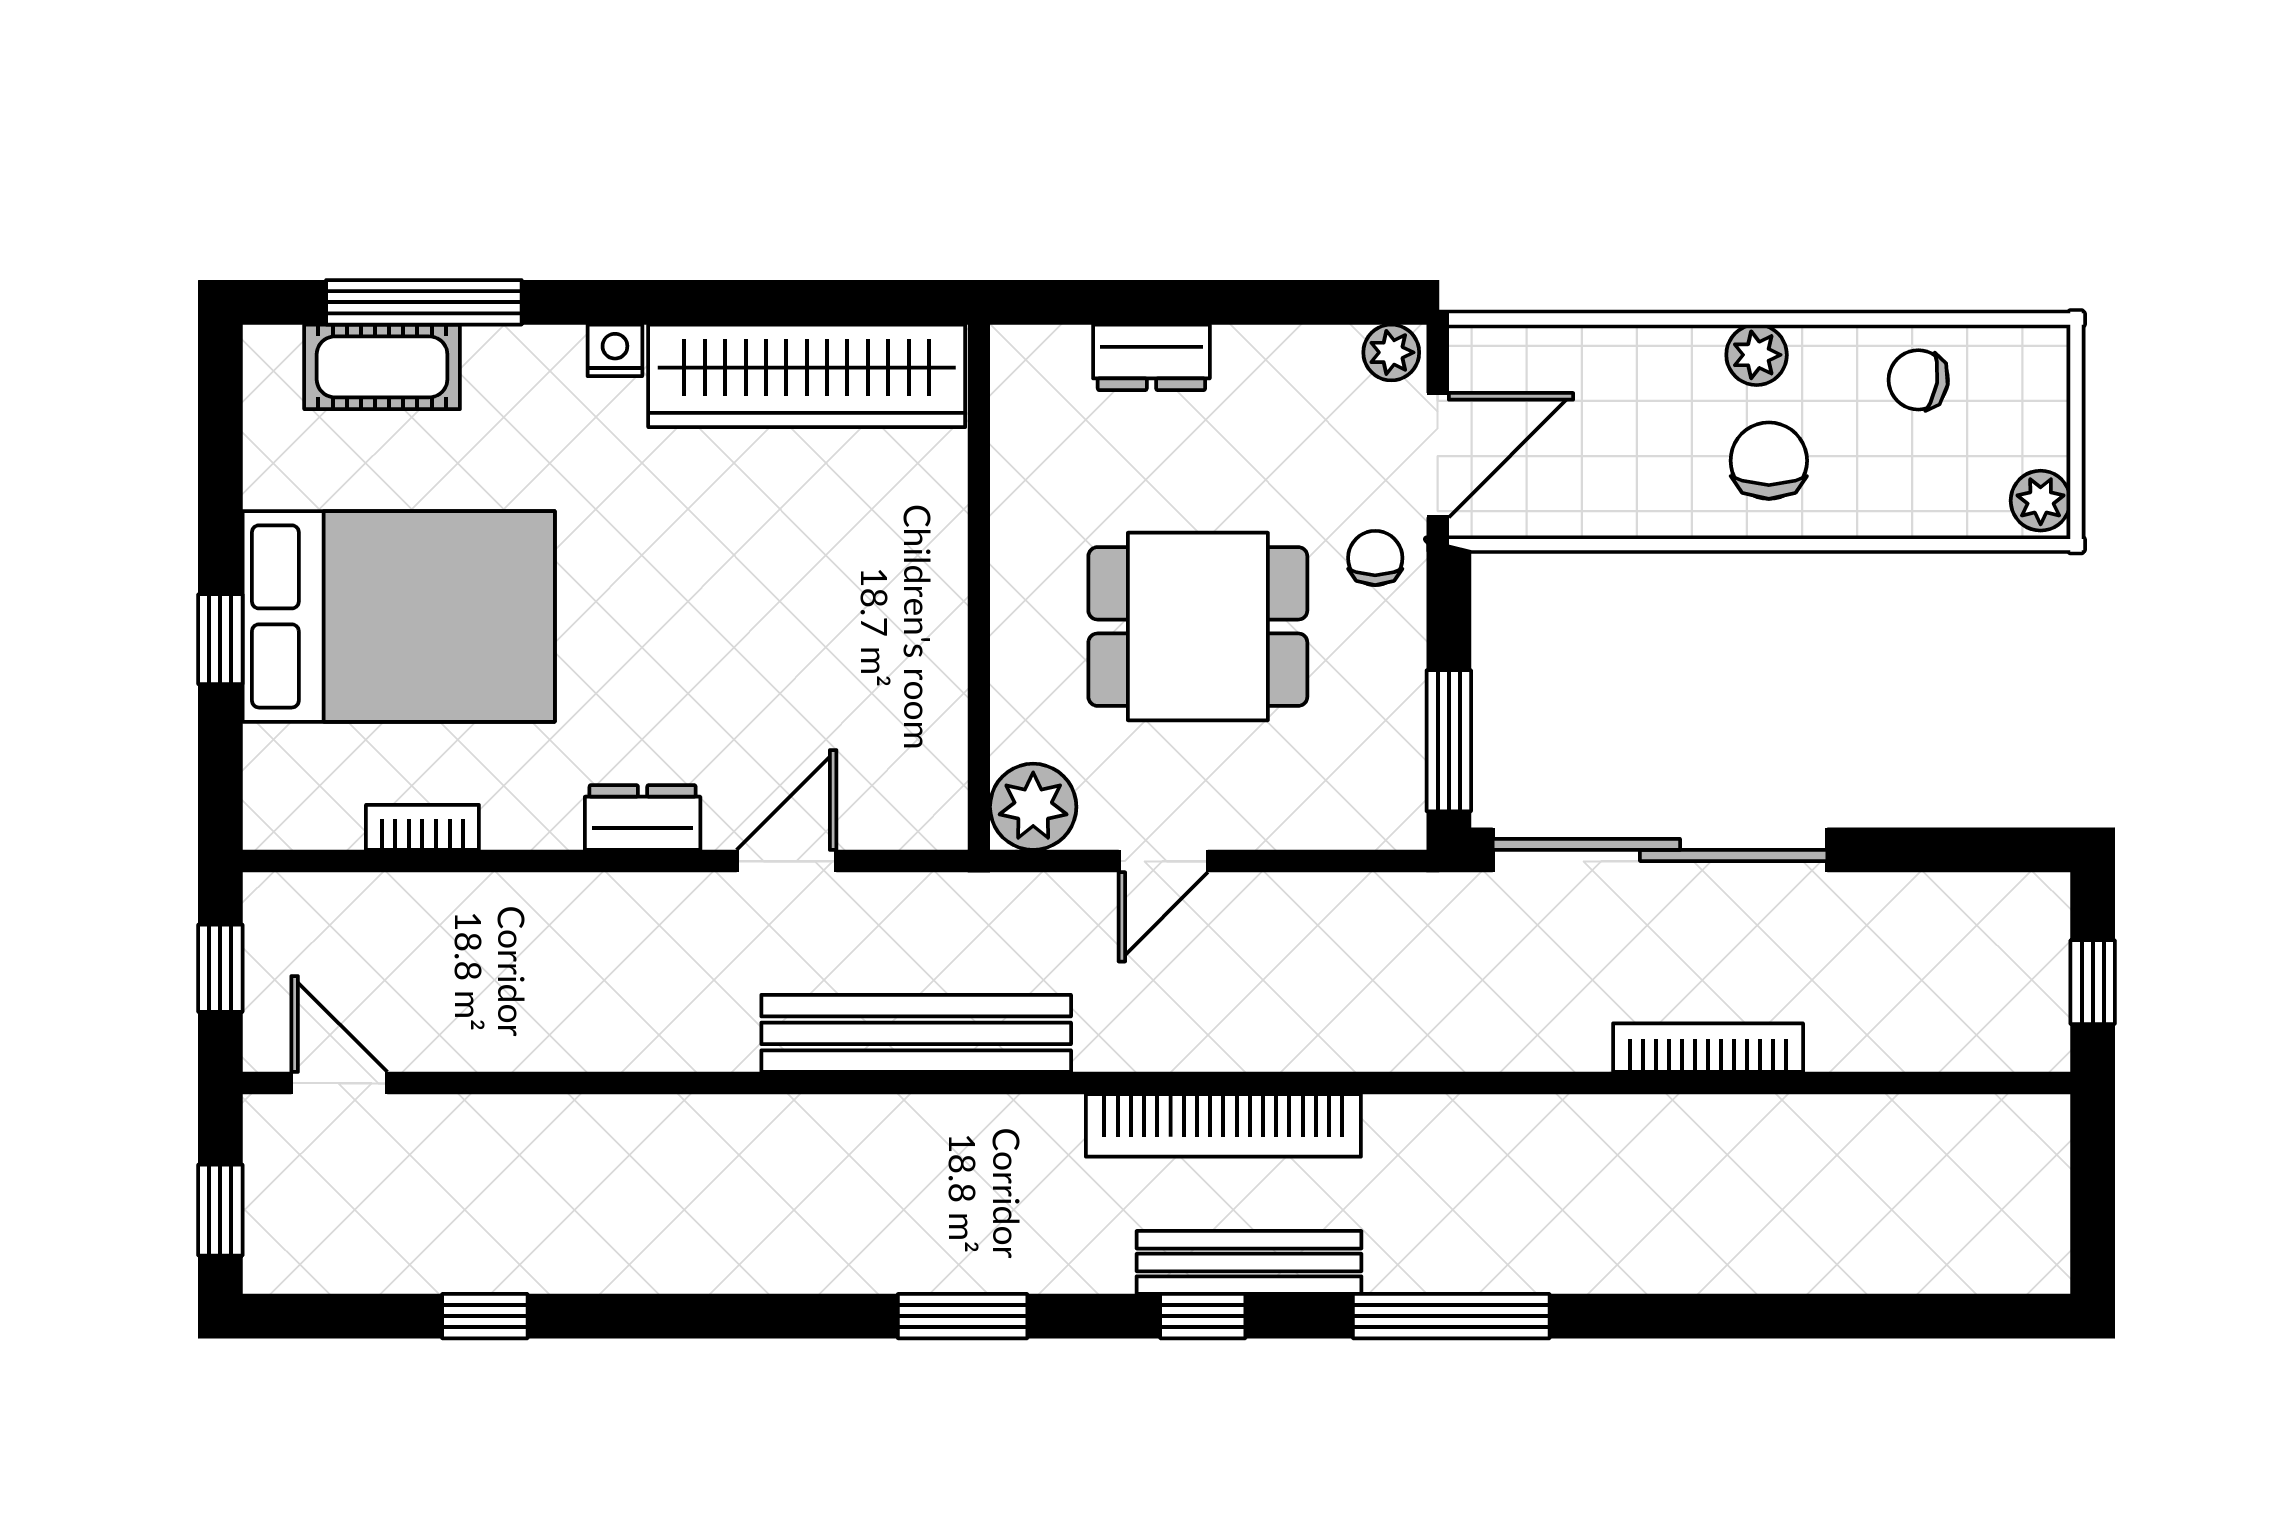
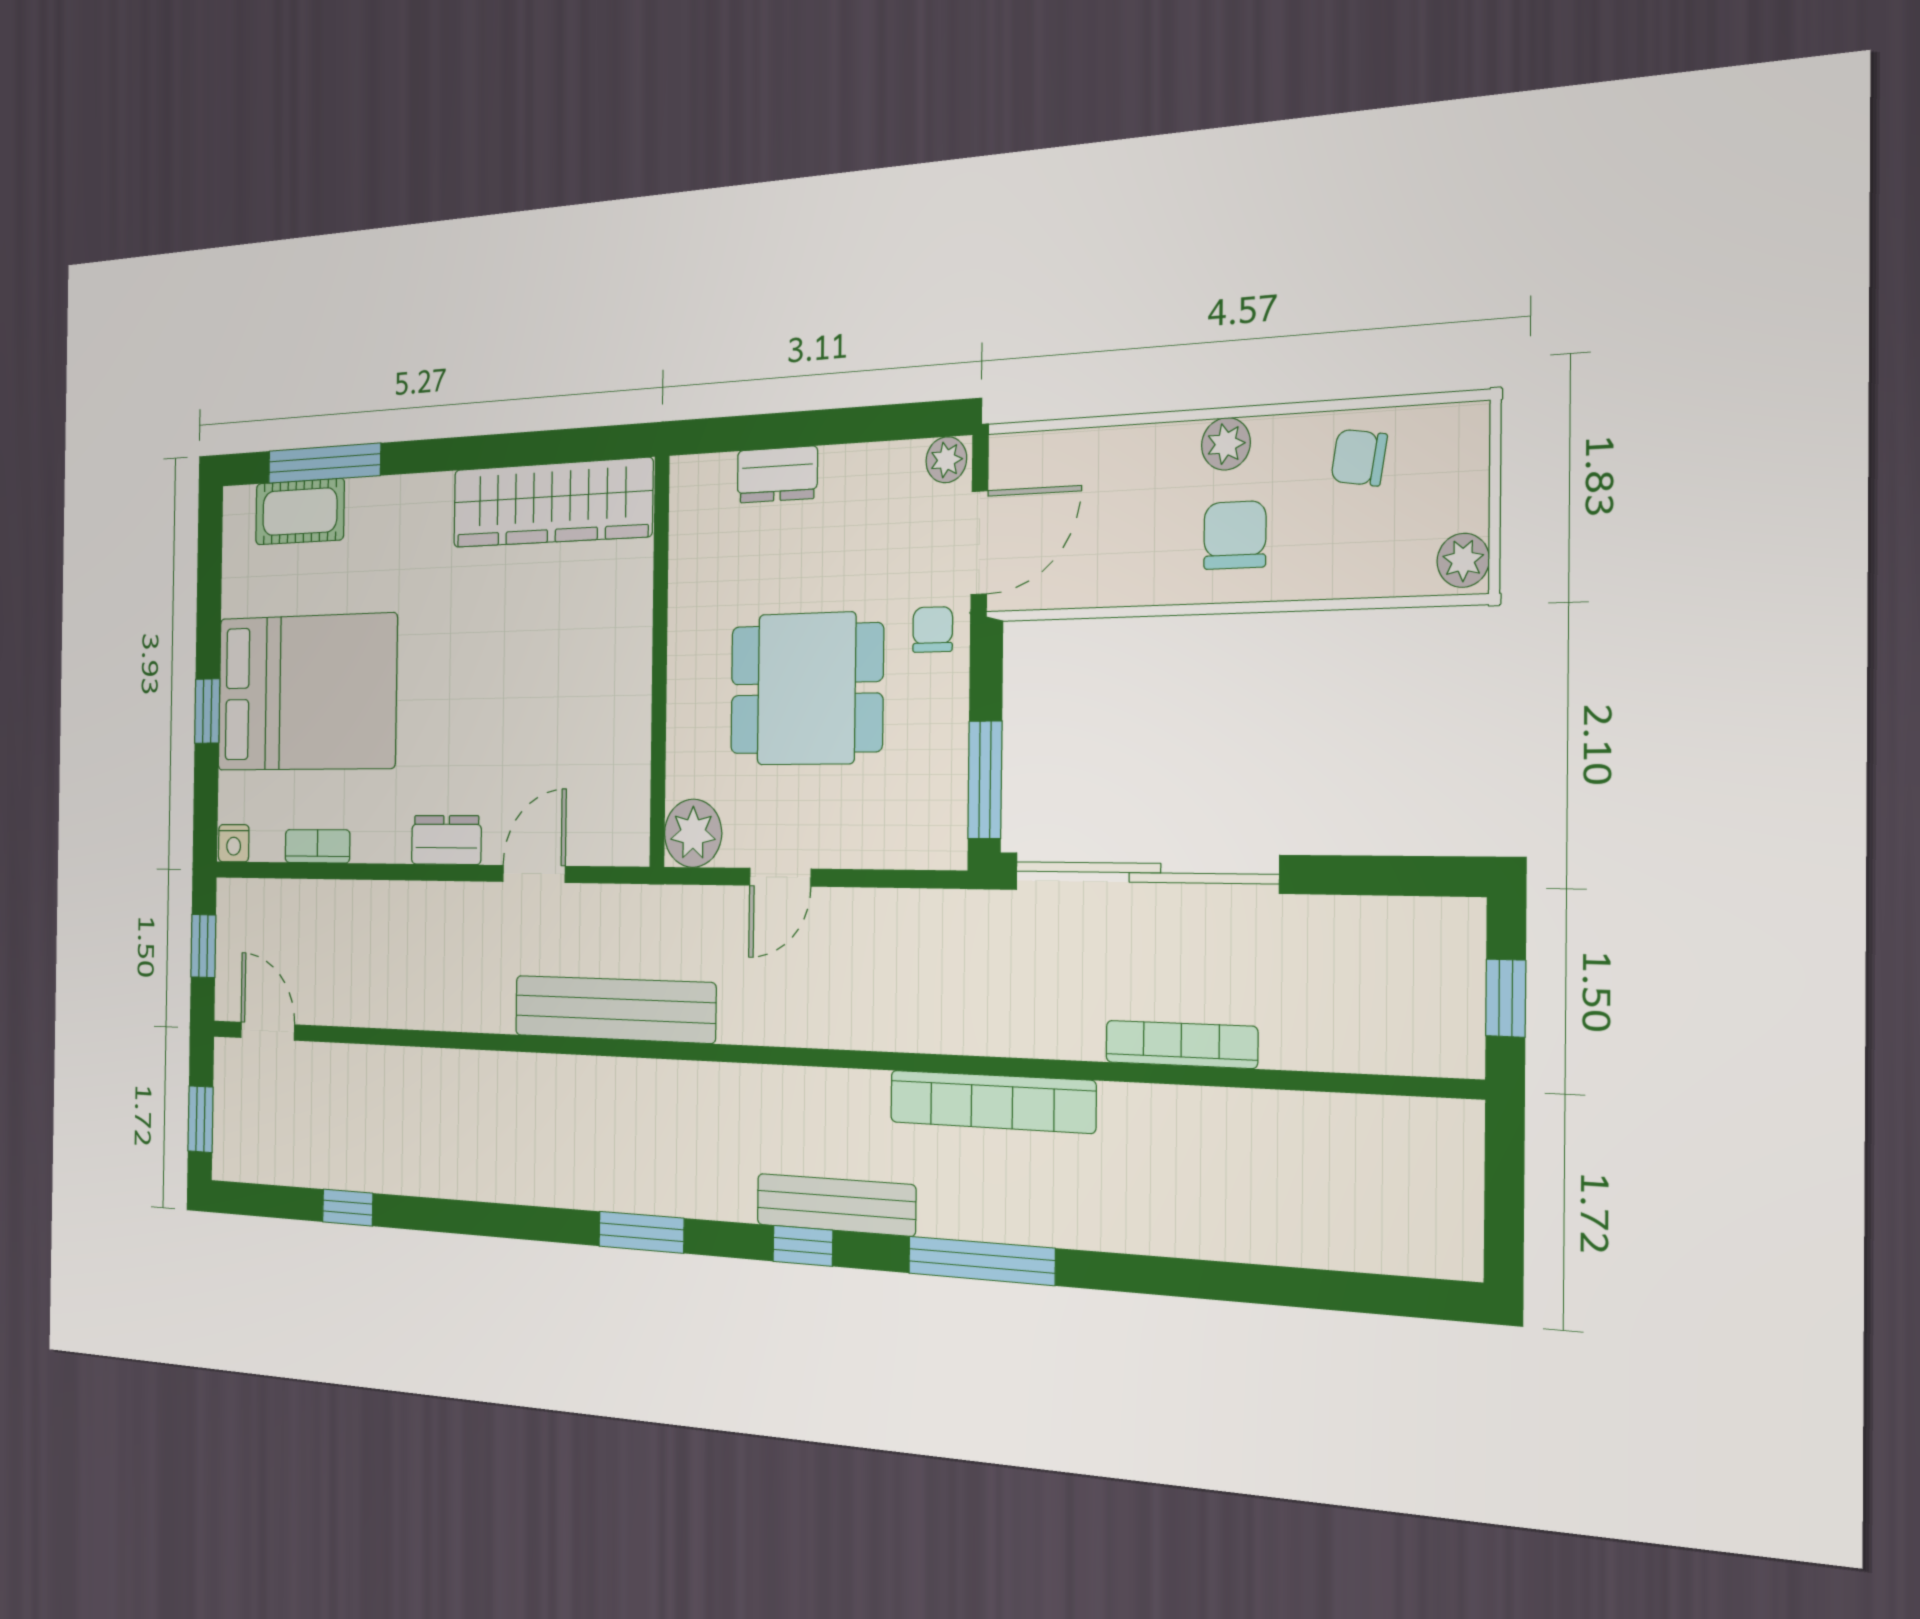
nightstand: (615, 350) -> (234, 843), moved, turned 180
bookcase: (1223, 1125) -> (992, 1101), moved

